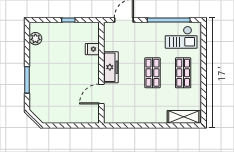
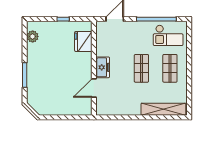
fridge: (92, 49) -> (83, 41), width x1.88, depth x1.34
freezer: (111, 67) -> (103, 67), width x0.71
shelving: (184, 117) -> (163, 109), width x1.47

